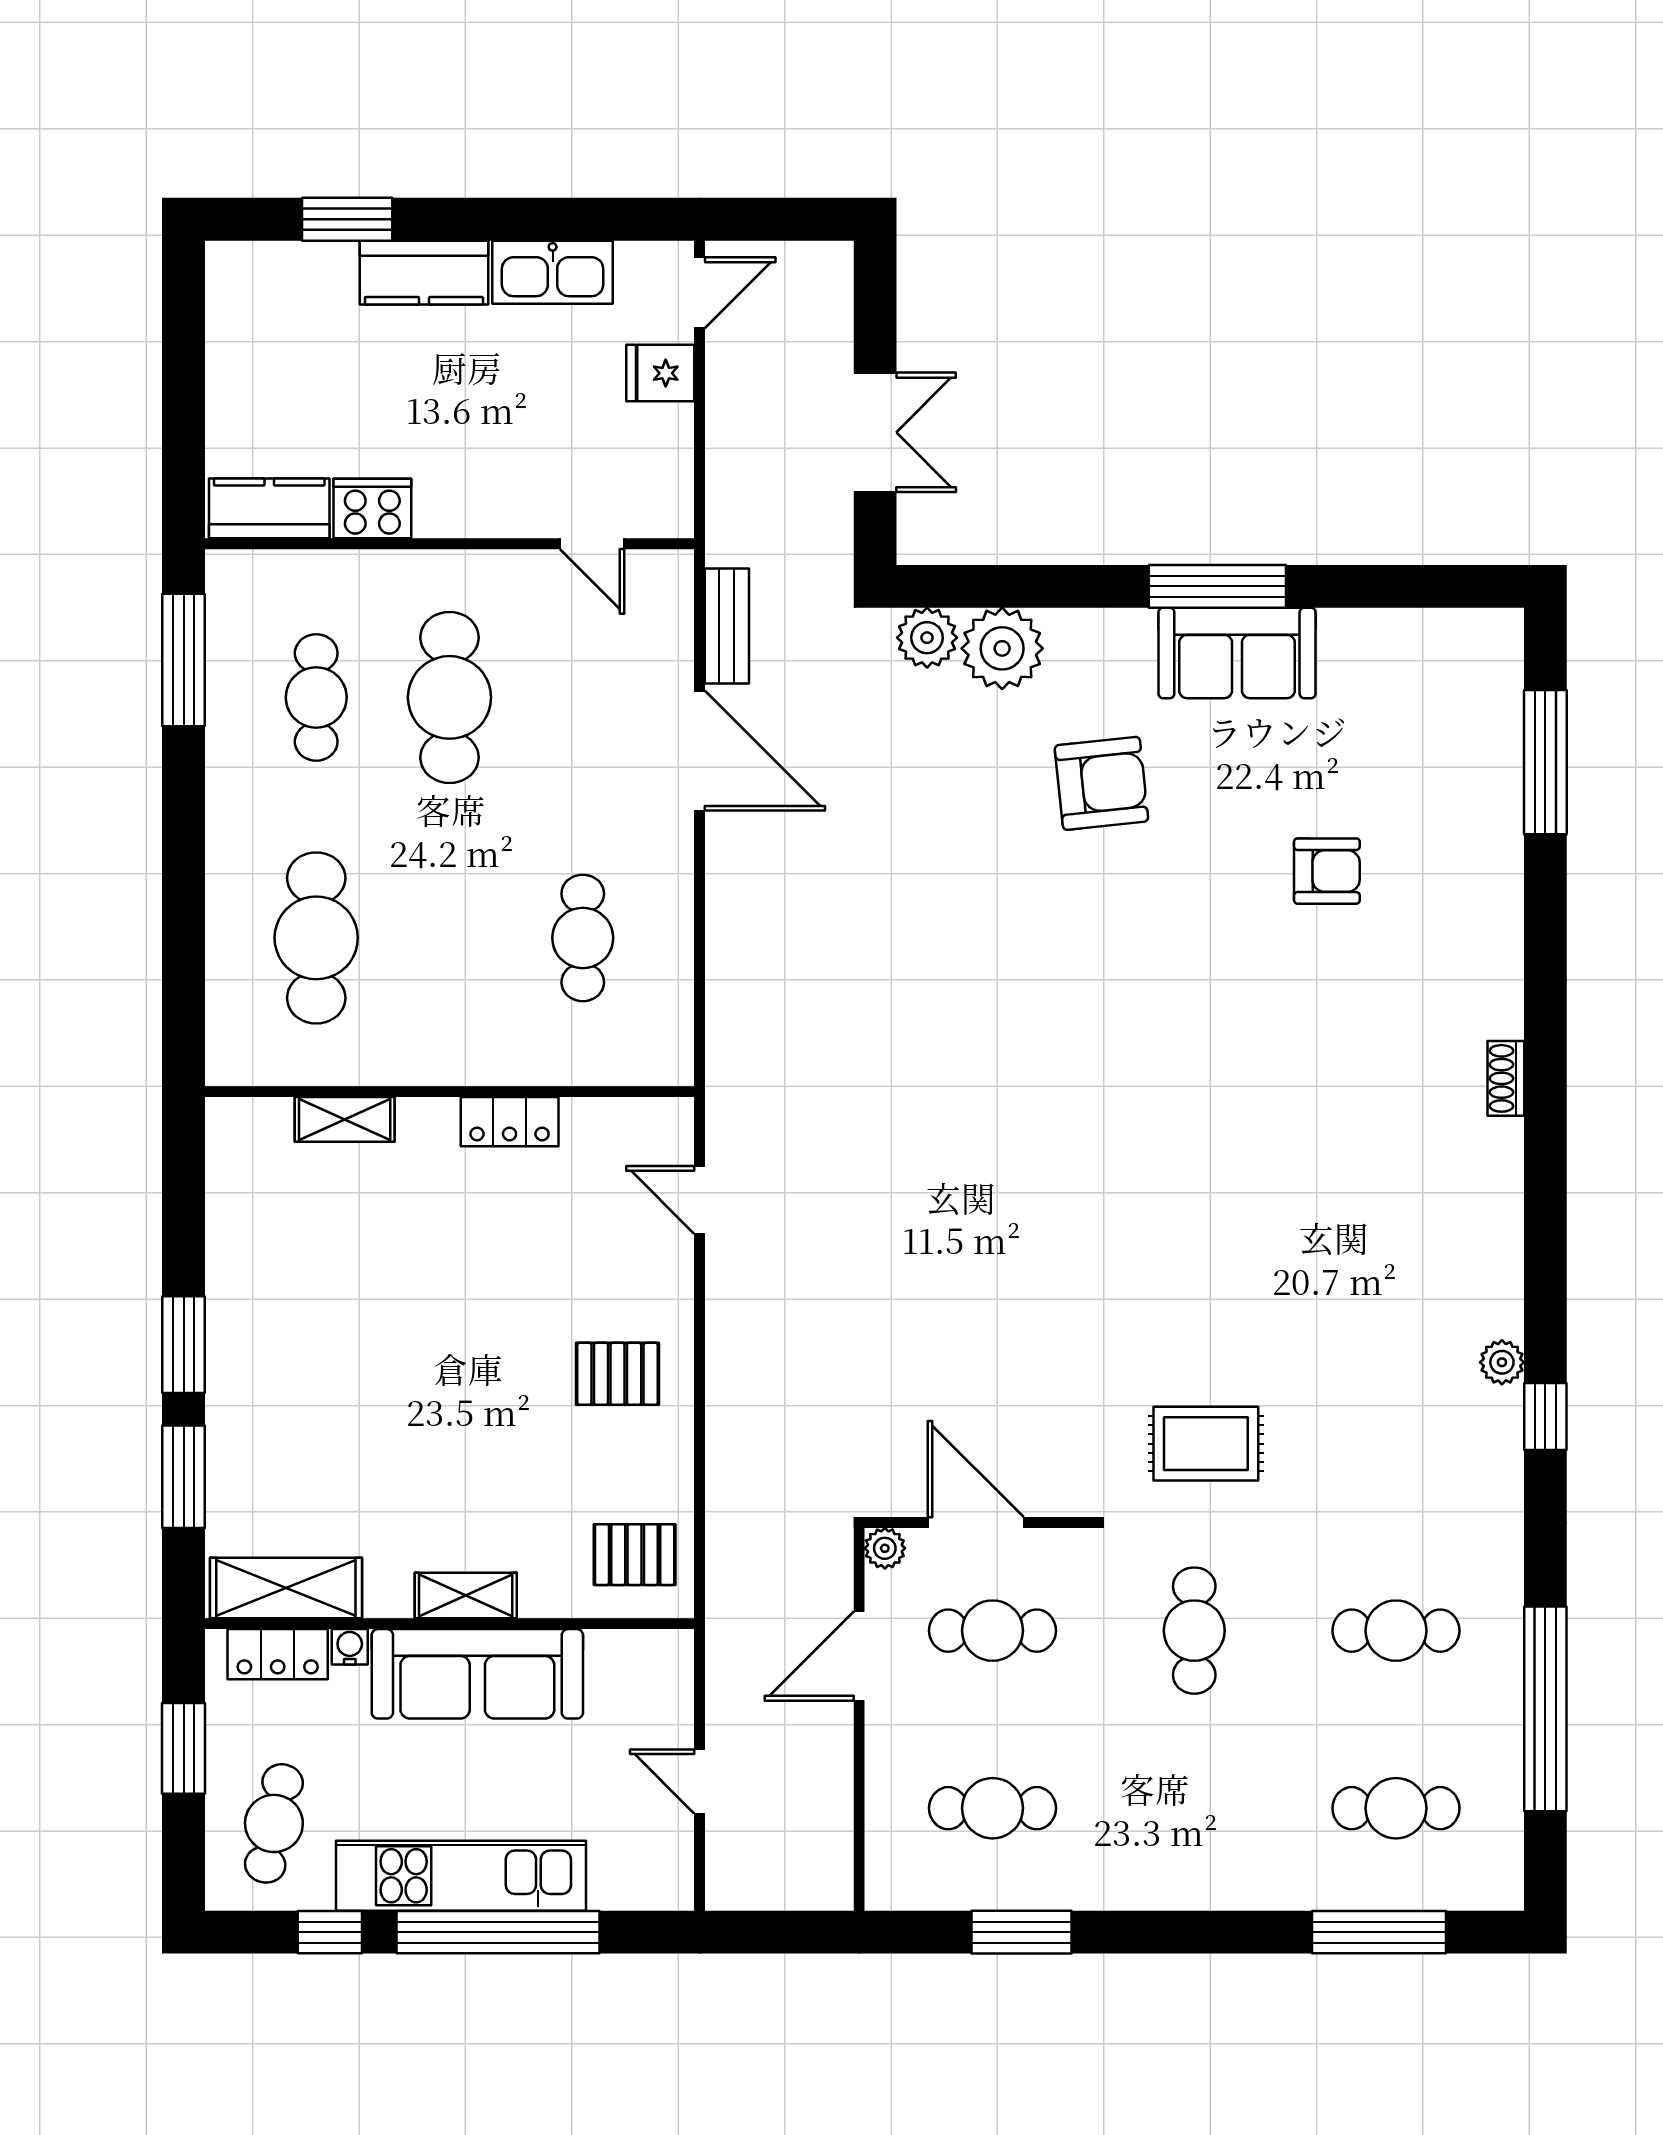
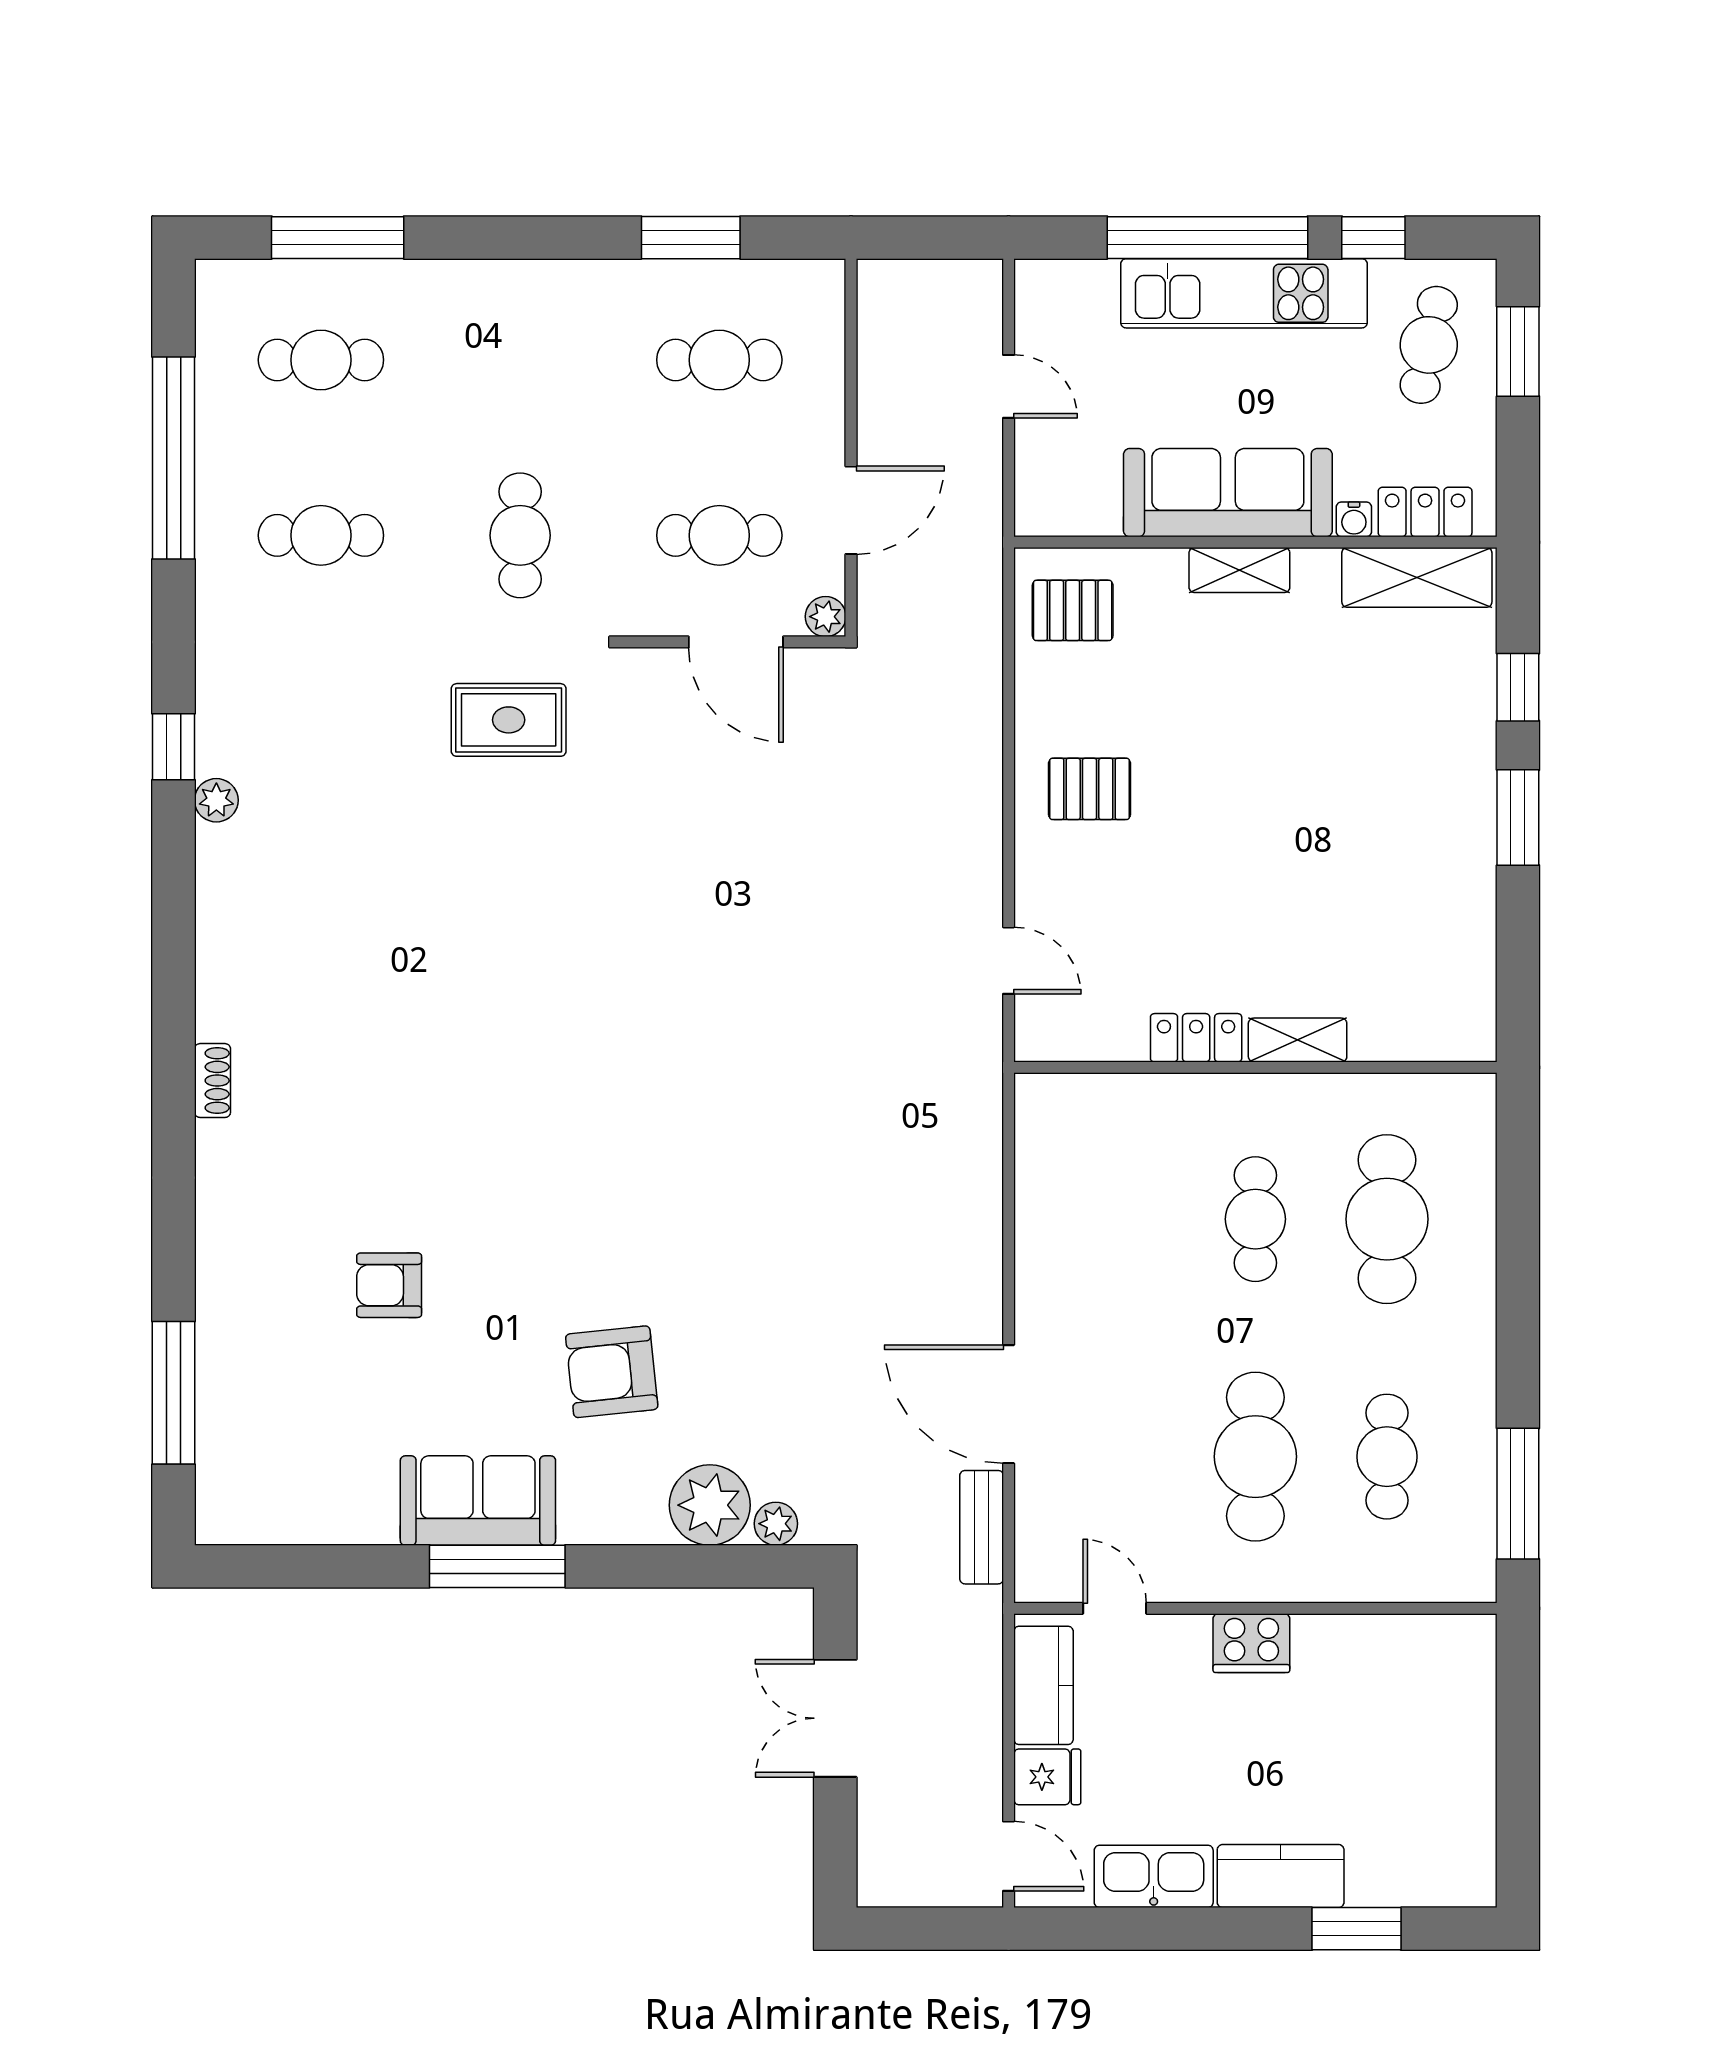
door: (700, 293) -> (1009, 1856), swing flipped
kitchen counter: (269, 508) -> (1043, 1685), moved, turned -90
cooker: (372, 508) -> (1251, 1643), moved
plant: (927, 638) -> (776, 1524), width x0.73, depth x0.73
cafe table: (583, 938) -> (1255, 1219), moved
shelving: (345, 1119) -> (1298, 1040), moved
window: (184, 1477) -> (1518, 687), width x0.67
window: (184, 1748) -> (1518, 351), moved

